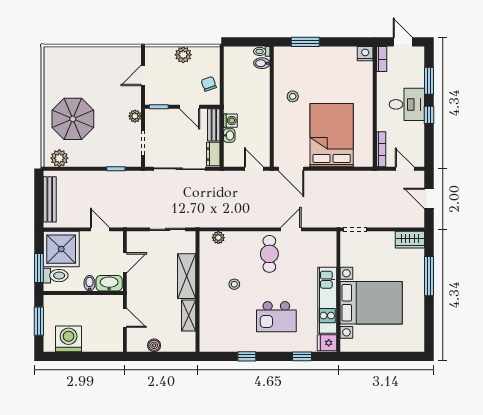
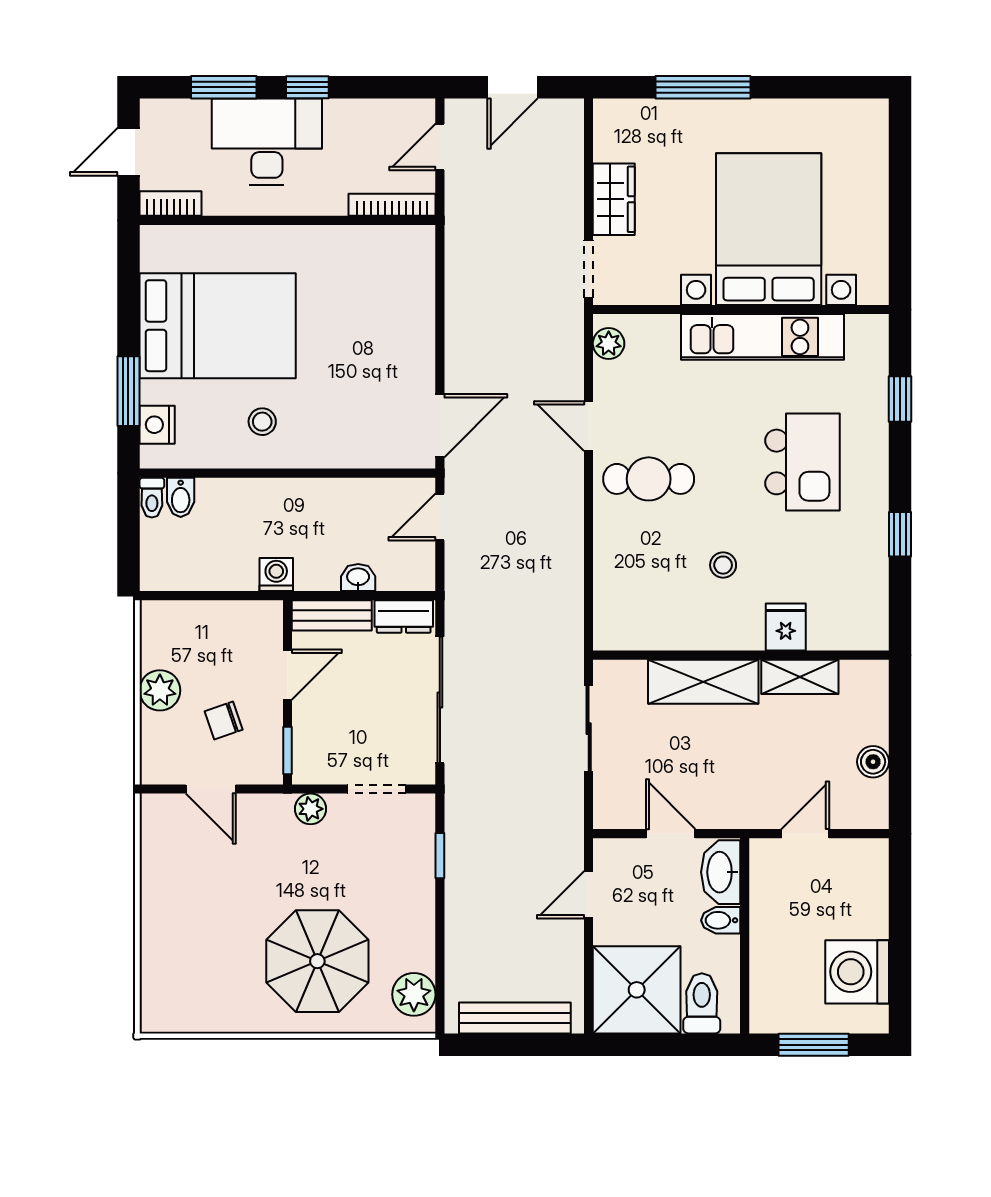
nightstand: (365, 54) -> (157, 425), moved
chair: (209, 84) -> (224, 720), moved
desk: (407, 104) -> (267, 142), width x1.37
washing machine: (230, 121) -> (276, 575), moved
bed: (332, 135) -> (218, 326), moved, turned 180
plant: (218, 238) -> (609, 344), moved
wardrobe: (410, 240) -> (614, 199), moved
window: (39, 268) -> (683, 1045), removed
fridge: (327, 343) -> (786, 627), moved, turned 180

